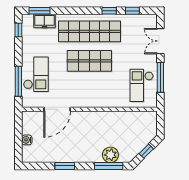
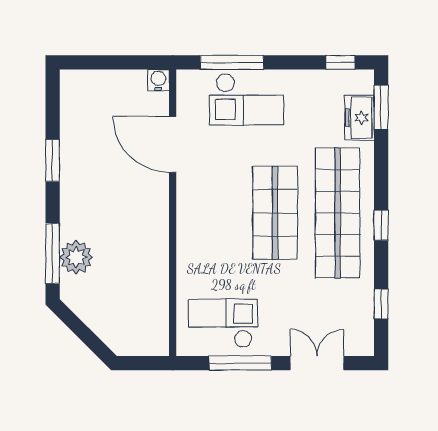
window: (109, 11) -> (381, 225), moved
water cooler: (27, 140) -> (158, 80), moved
window: (146, 151) -> (84, 333), removed

